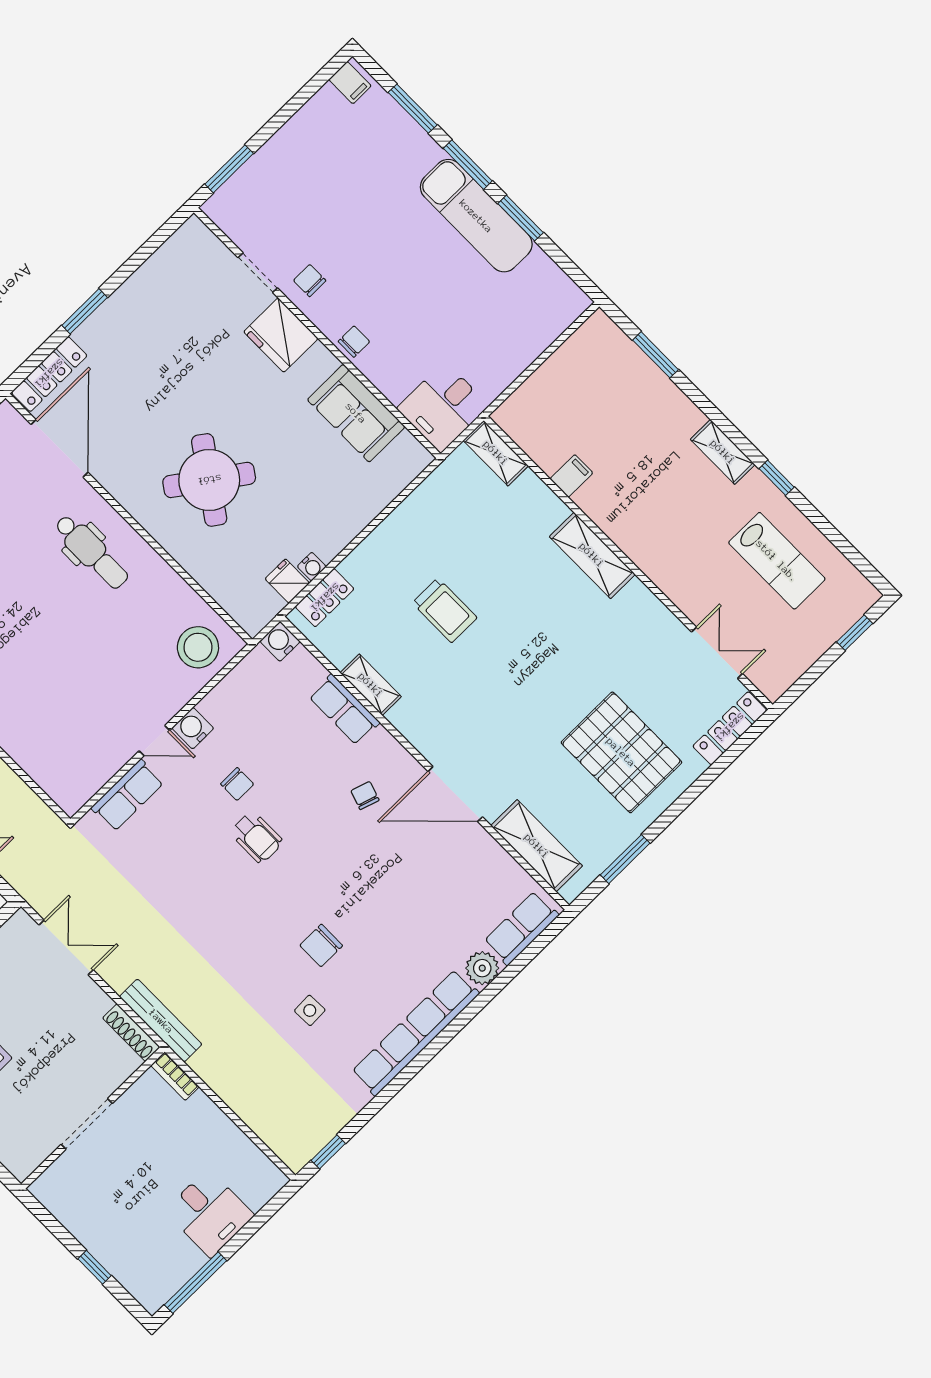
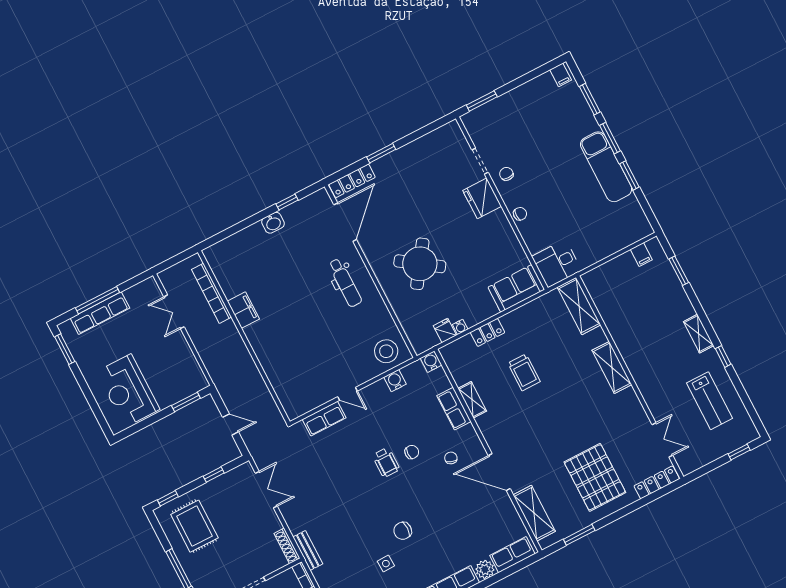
sofa: (356, 413) -> (516, 288), moved, turned 90
shelving: (496, 453) -> (579, 306), width x1.50, depth x1.33
filing cabinet: (571, 476) -> (641, 255), moved, turned 90
locker: (325, 598) -> (488, 332), moved
water cooler: (193, 728) -> (395, 381), moved
chair: (237, 784) -> (412, 452), moved, turned -90
bench: (161, 1021) -> (308, 550), width x0.73

